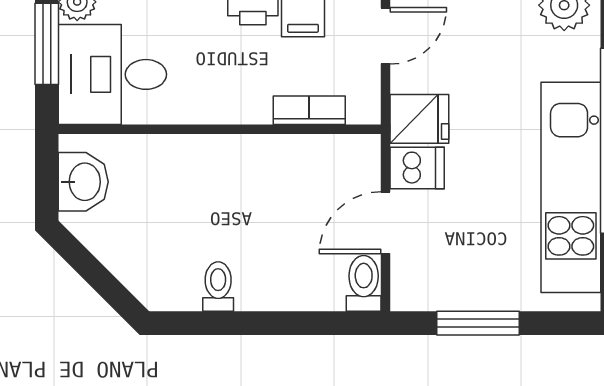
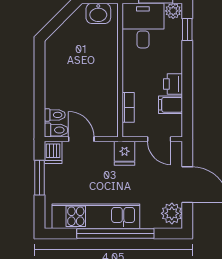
dishwasher: (417, 168) -> (53, 152), moved
toilet: (218, 287) -> (55, 115), moved

